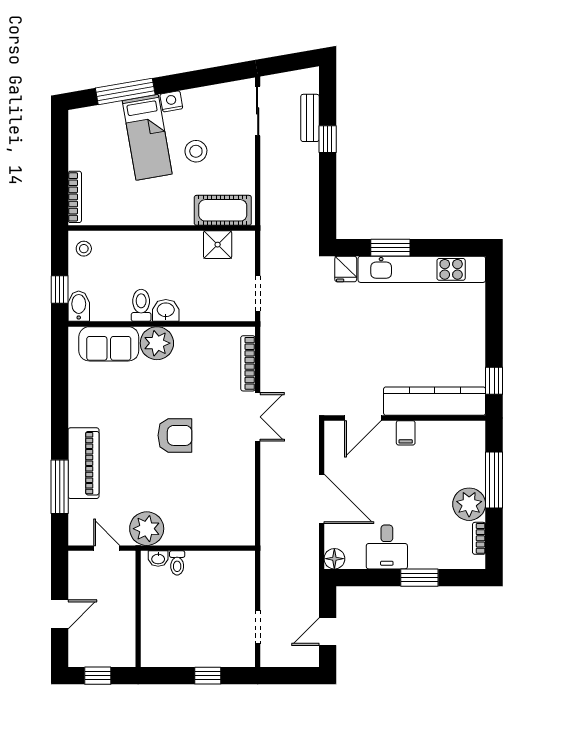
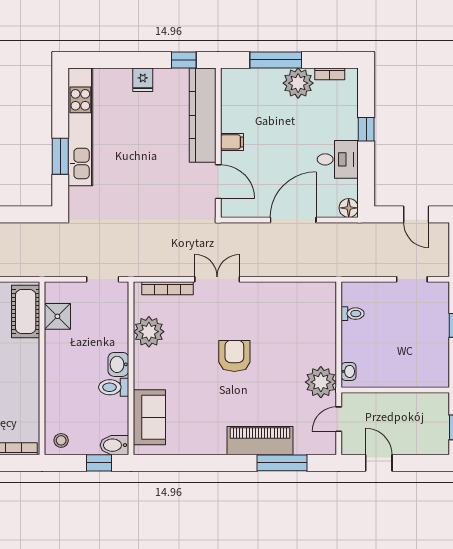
fridge: (346, 269) -> (143, 80), moved, turned 90
plant: (157, 343) -> (149, 332), moved
toilet: (177, 563) -> (353, 314), moved
window: (419, 578) -> (366, 129), width x0.67
door: (60, 614) -> (379, 463), moved

